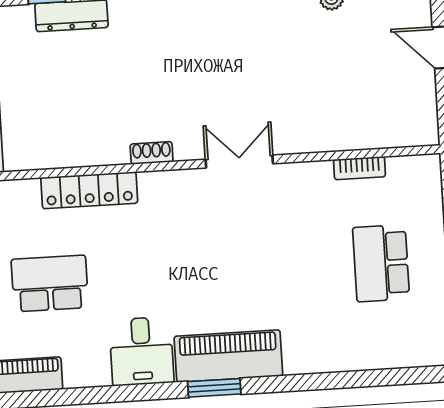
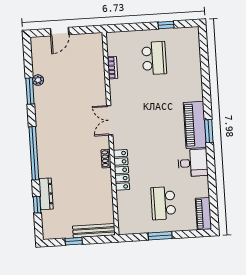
locker: (89, 190) -> (121, 170), moved
school desk: (381, 263) -> (154, 58), turned -90

